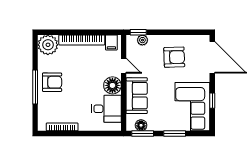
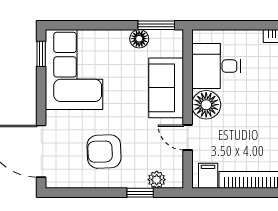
window: (138, 32) -> (140, 193), moved
window: (212, 101) -> (41, 54), moved
floor lamp: (141, 125) -> (139, 39), moved
window: (175, 133) -> (103, 25), removed

